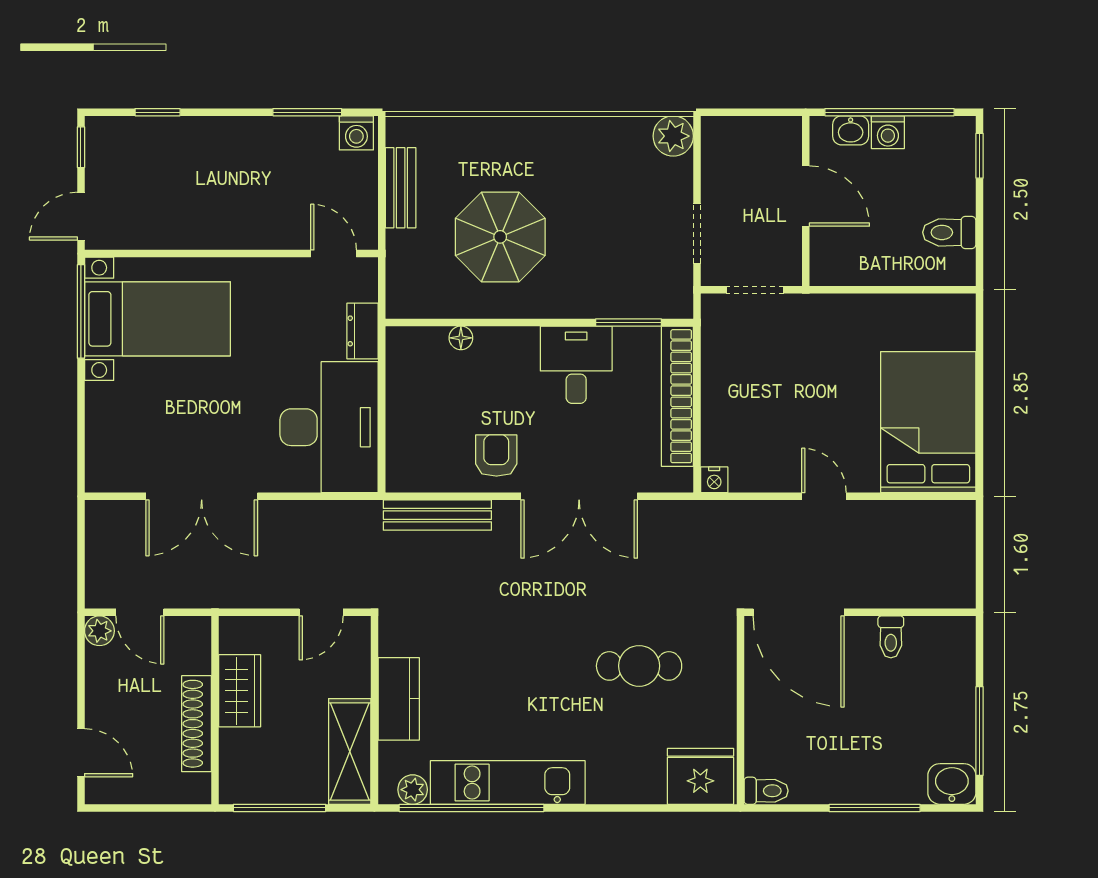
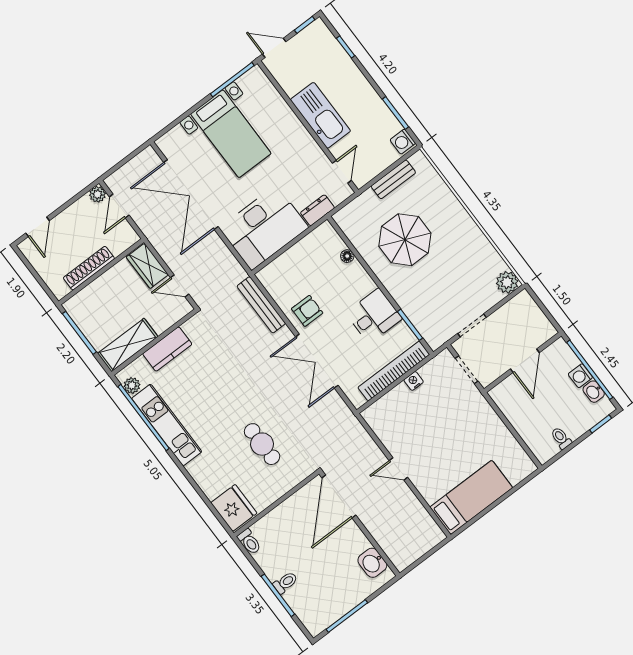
washbasin: (851, 130) -> (594, 392), moved
kitchen sink: (229, 223) -> (320, 115), added
toilet: (949, 232) -> (561, 438), width x0.73, depth x0.72
bed with nightstands: (158, 319) -> (231, 134), moved
bed: (928, 422) -> (471, 497), width x0.67
nightstand: (714, 480) -> (414, 381), moved, turned 90
double door: (202, 496) -> (191, 195), width x1.36
door: (824, 496) -> (398, 469), swing flipped
toilet: (891, 637) -> (285, 583), moved, turned 180
wardrobe: (240, 691) -> (147, 266), moved, turned 90
washbasin: (952, 784) -> (372, 563), moved, turned 180

